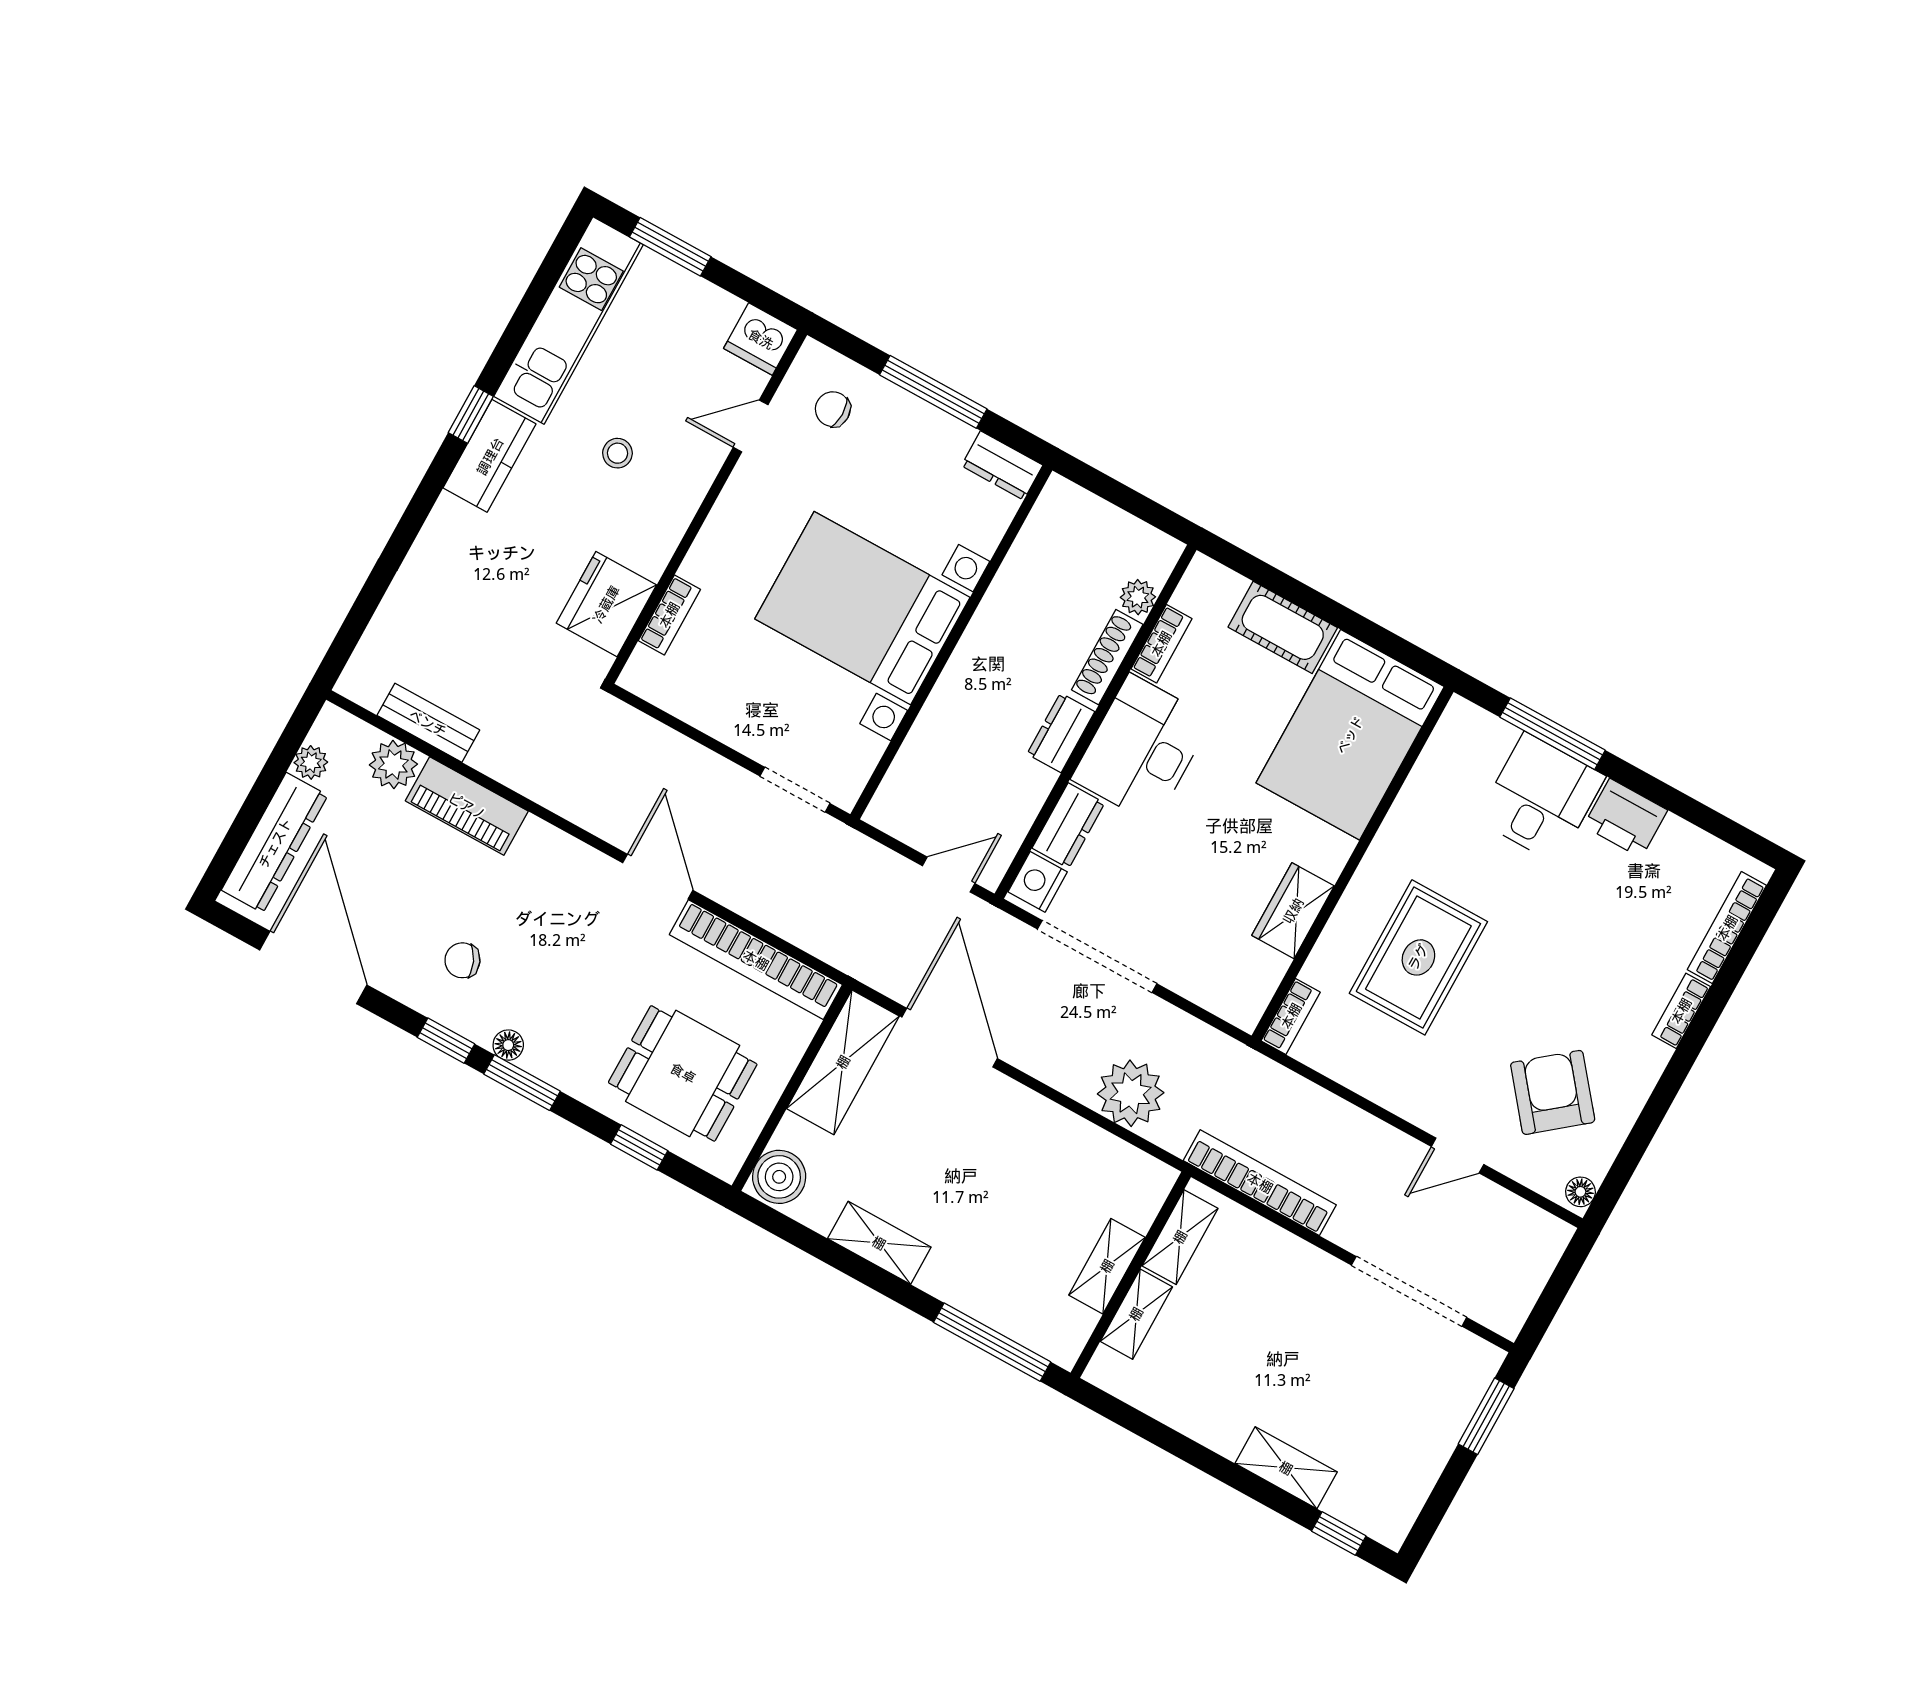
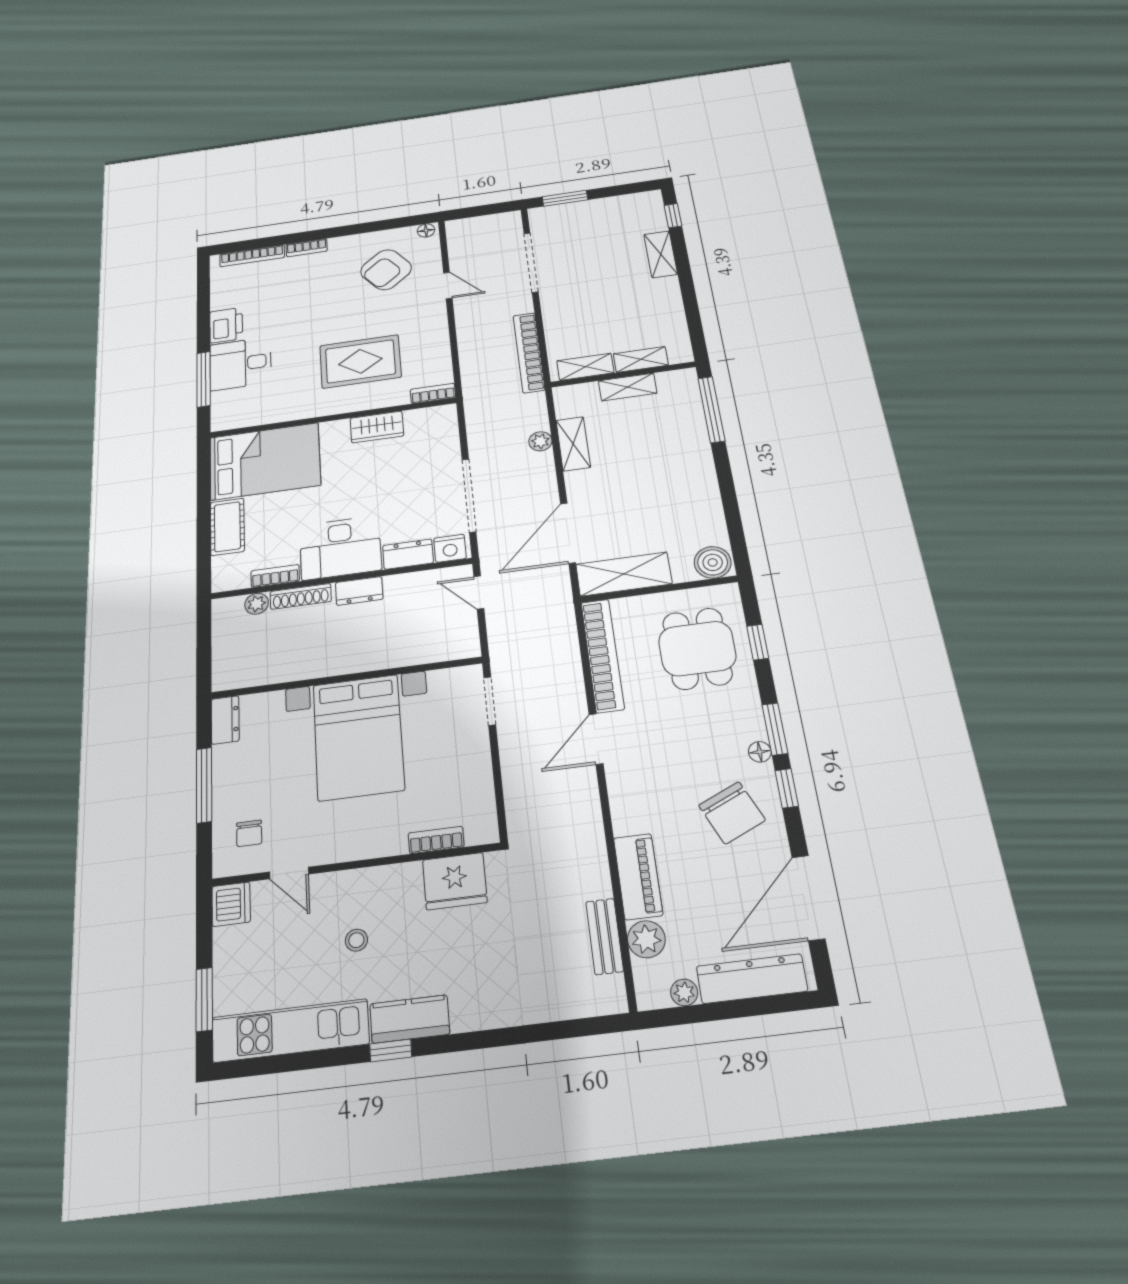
chair: (462, 960) -> (732, 813), width x1.87, depth x1.87
plant: (1131, 1093) -> (540, 441), width x0.53, depth x0.53
shelving: (879, 1243) -> (573, 444), moved

